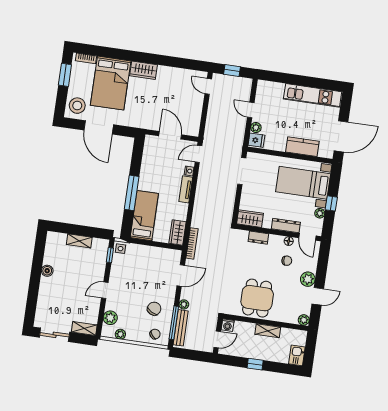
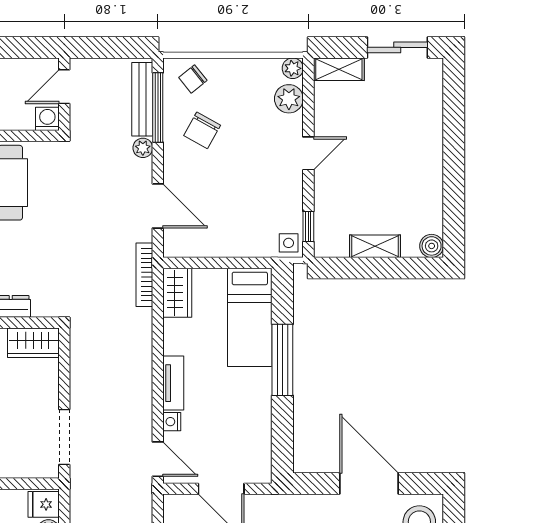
door: (198, 154) -> (158, 459), hinge flipped
boiler: (47, 271) -> (432, 246), moved
door: (181, 276) -> (158, 206), swing flipped
plant: (120, 334) -> (293, 68), moved

